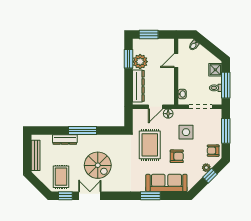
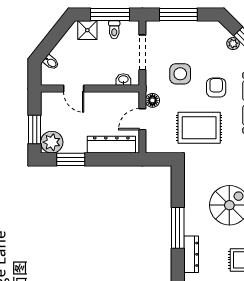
plant: (140, 62) -> (52, 142), moved
door: (155, 107) -> (142, 119), swing flipped
armchair: (213, 151) -> (208, 33), removed

